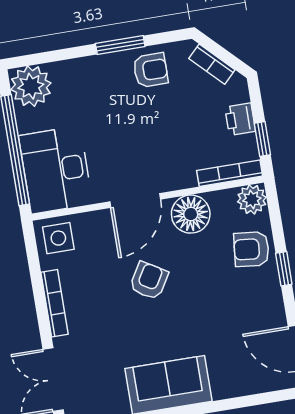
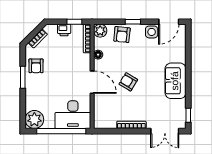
armchair: (151, 70) -> (36, 66), turned 180
floor lamp: (191, 214) -> (98, 55), width x0.53, depth x0.53
side table: (58, 238) -> (152, 32), moved

